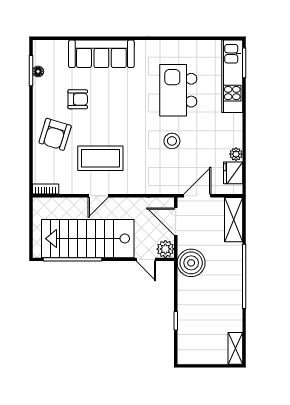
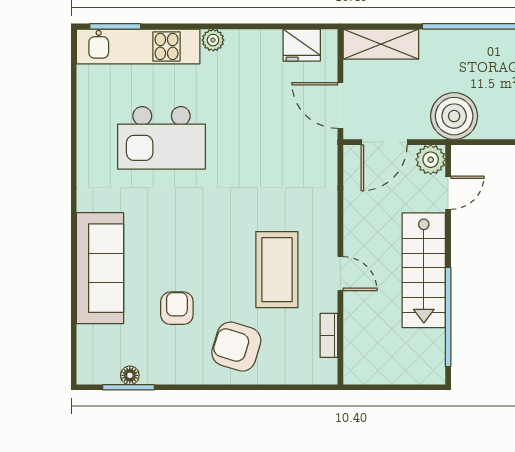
armchair: (55, 134) -> (236, 347), turned 180
stool: (172, 141) -> (248, 149), removed
plant: (236, 154) -> (213, 40), moved
bookcase: (46, 189) -> (329, 335), moved
stairs: (88, 239) -> (424, 270), width x0.73, depth x0.66

